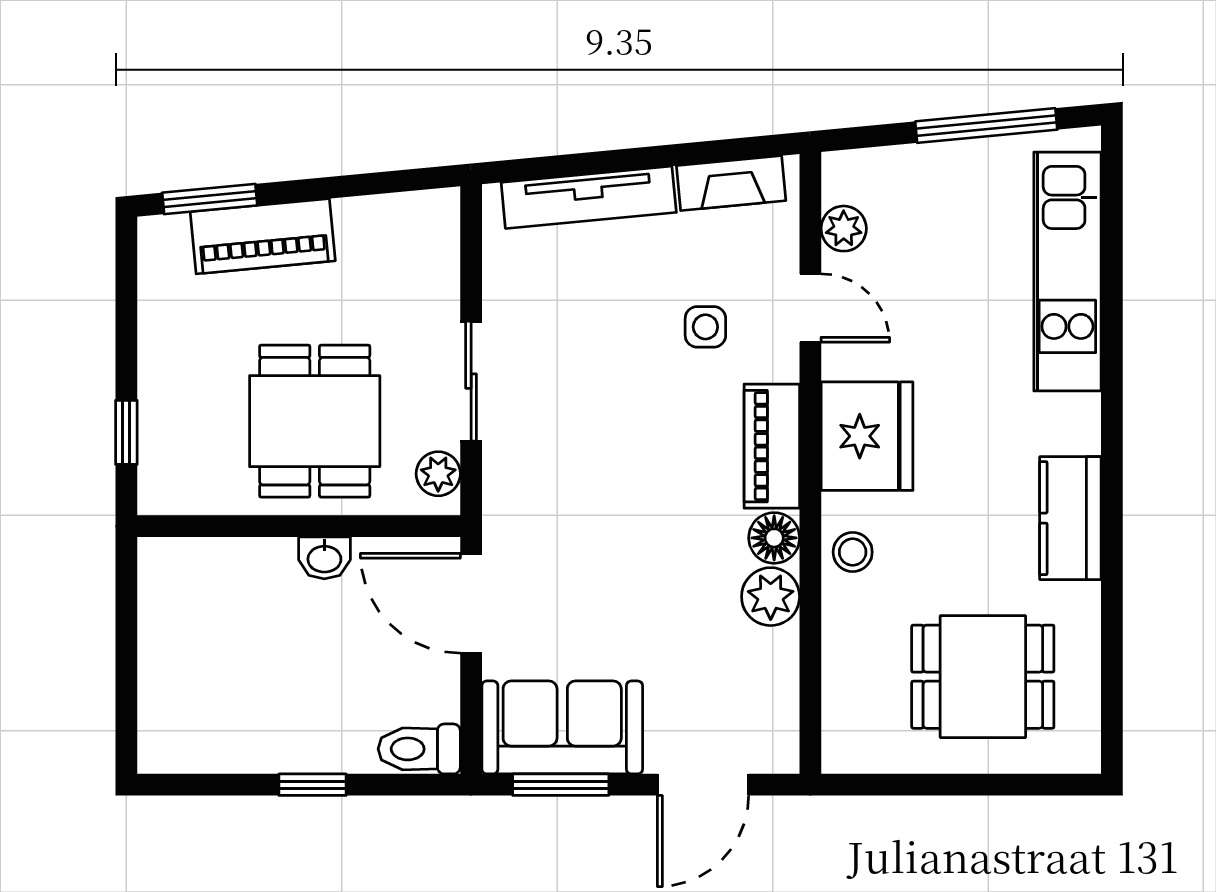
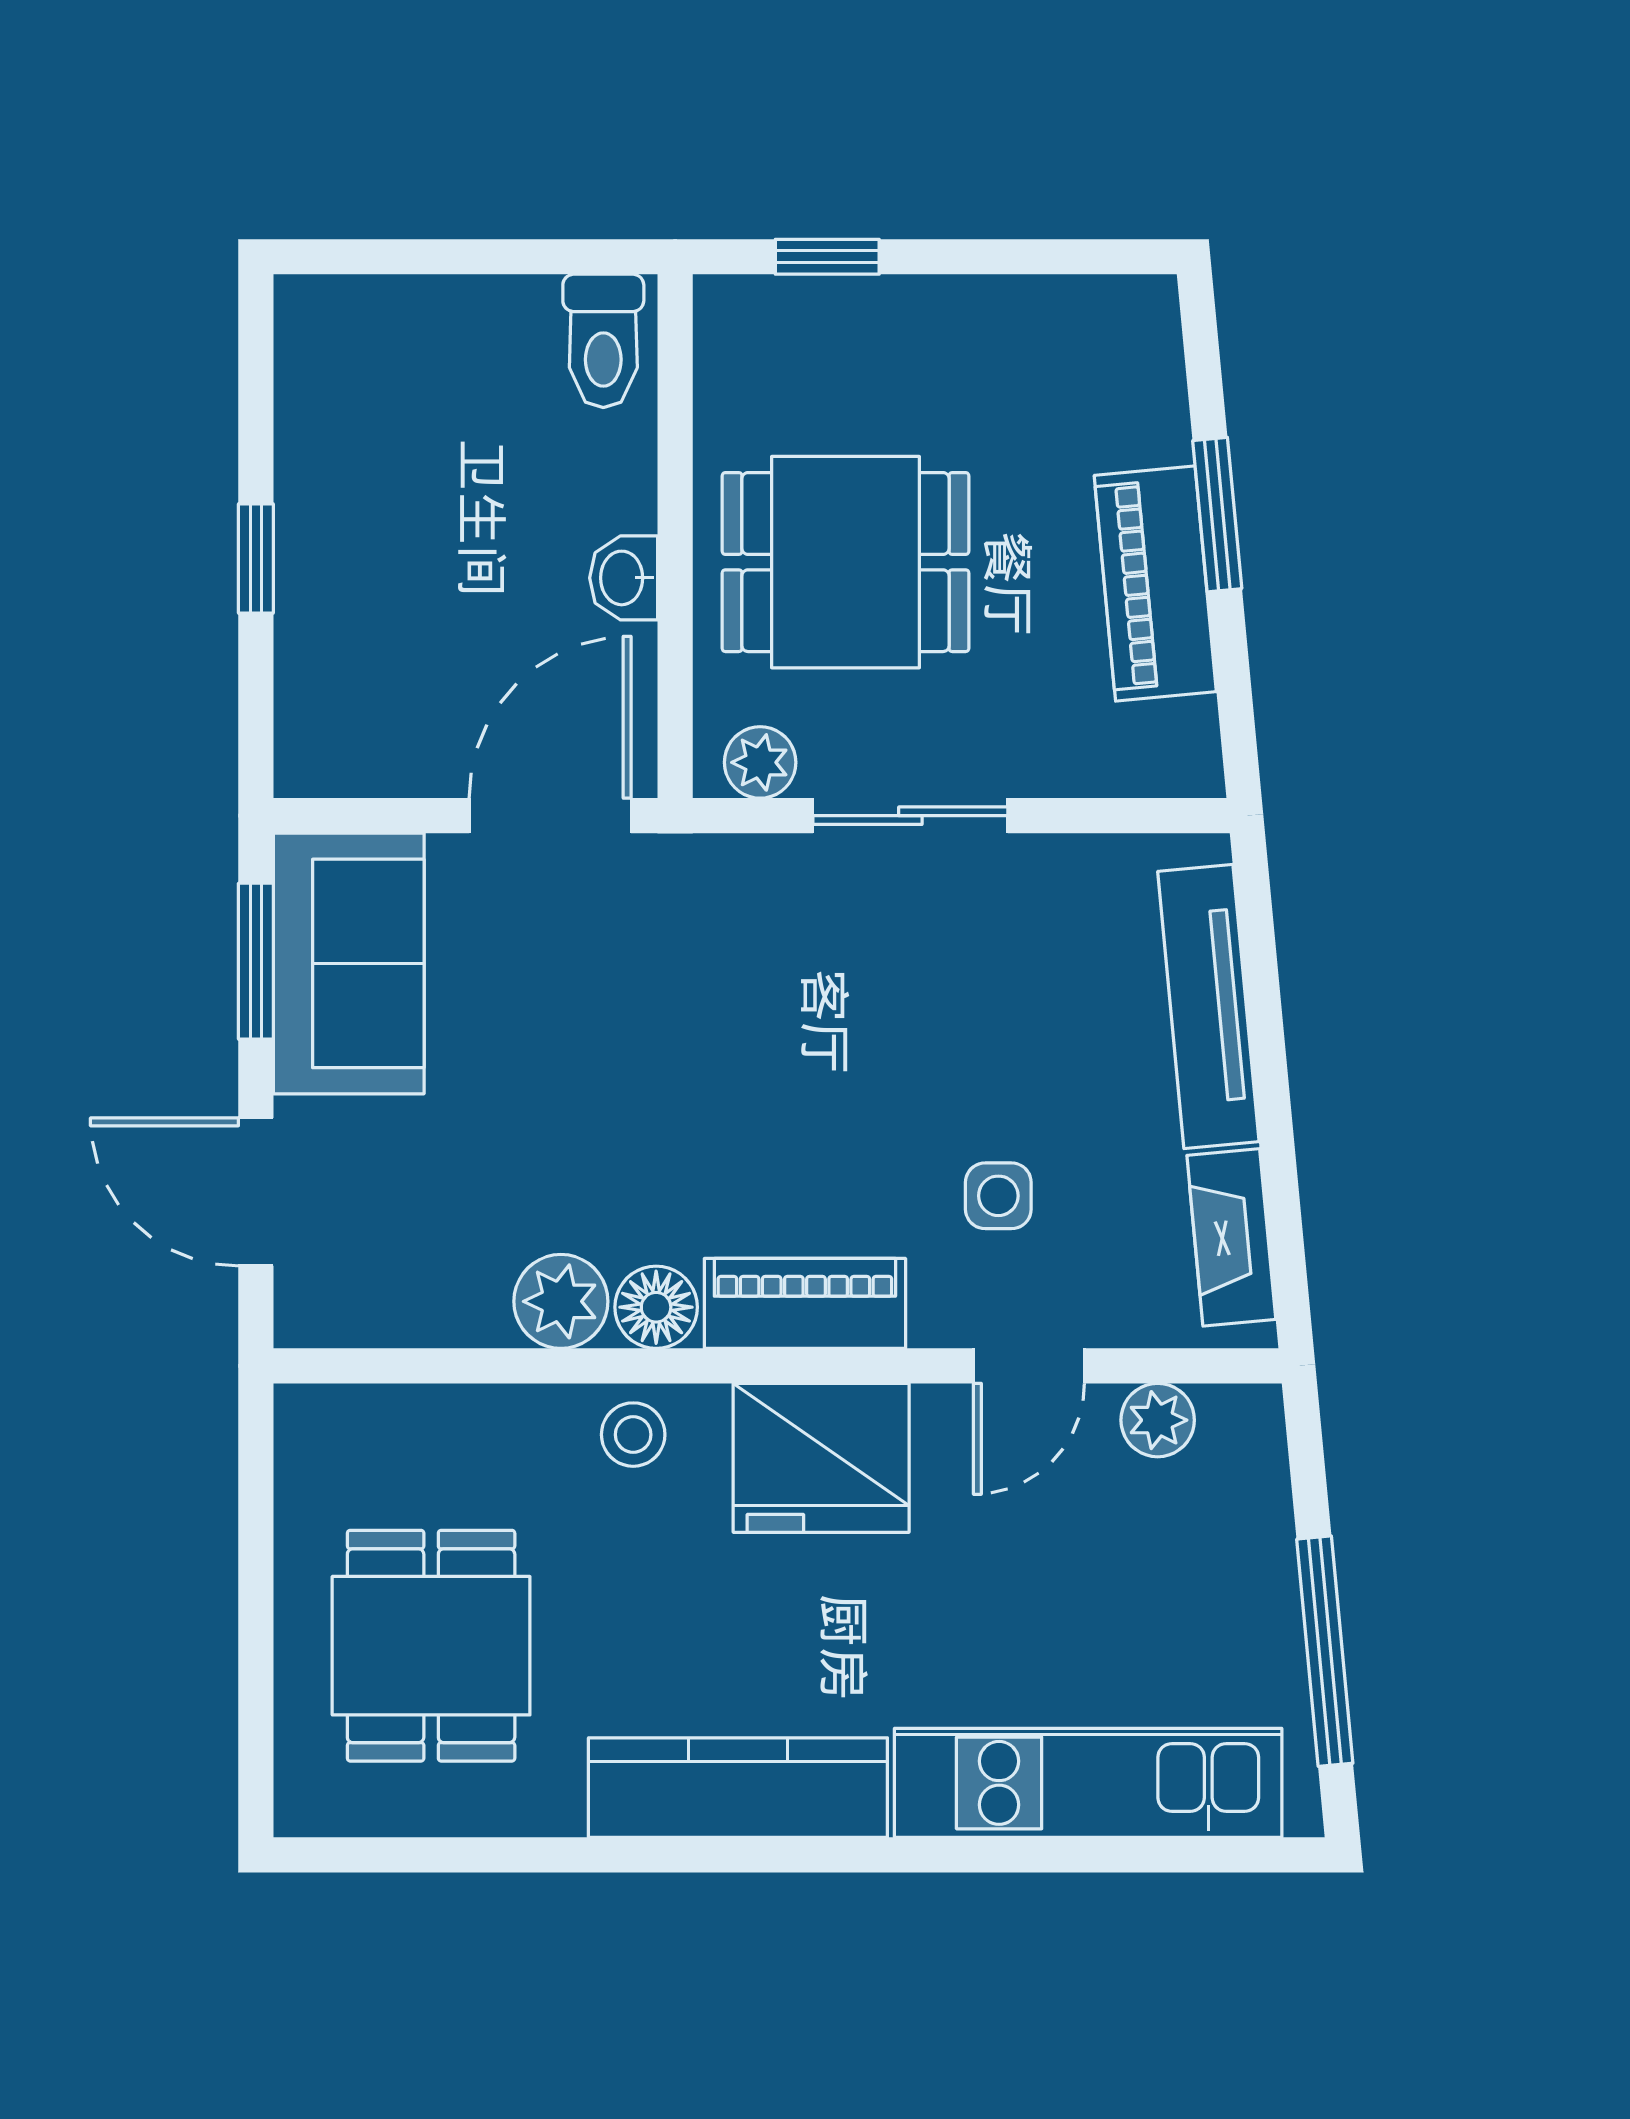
window: (210, 199) -> (1217, 515), moved
piano: (263, 236) -> (1155, 584), moved
kitchen counter: (1070, 518) -> (738, 1788), width x1.50
toilet: (419, 749) -> (603, 341), moved, turned 180

